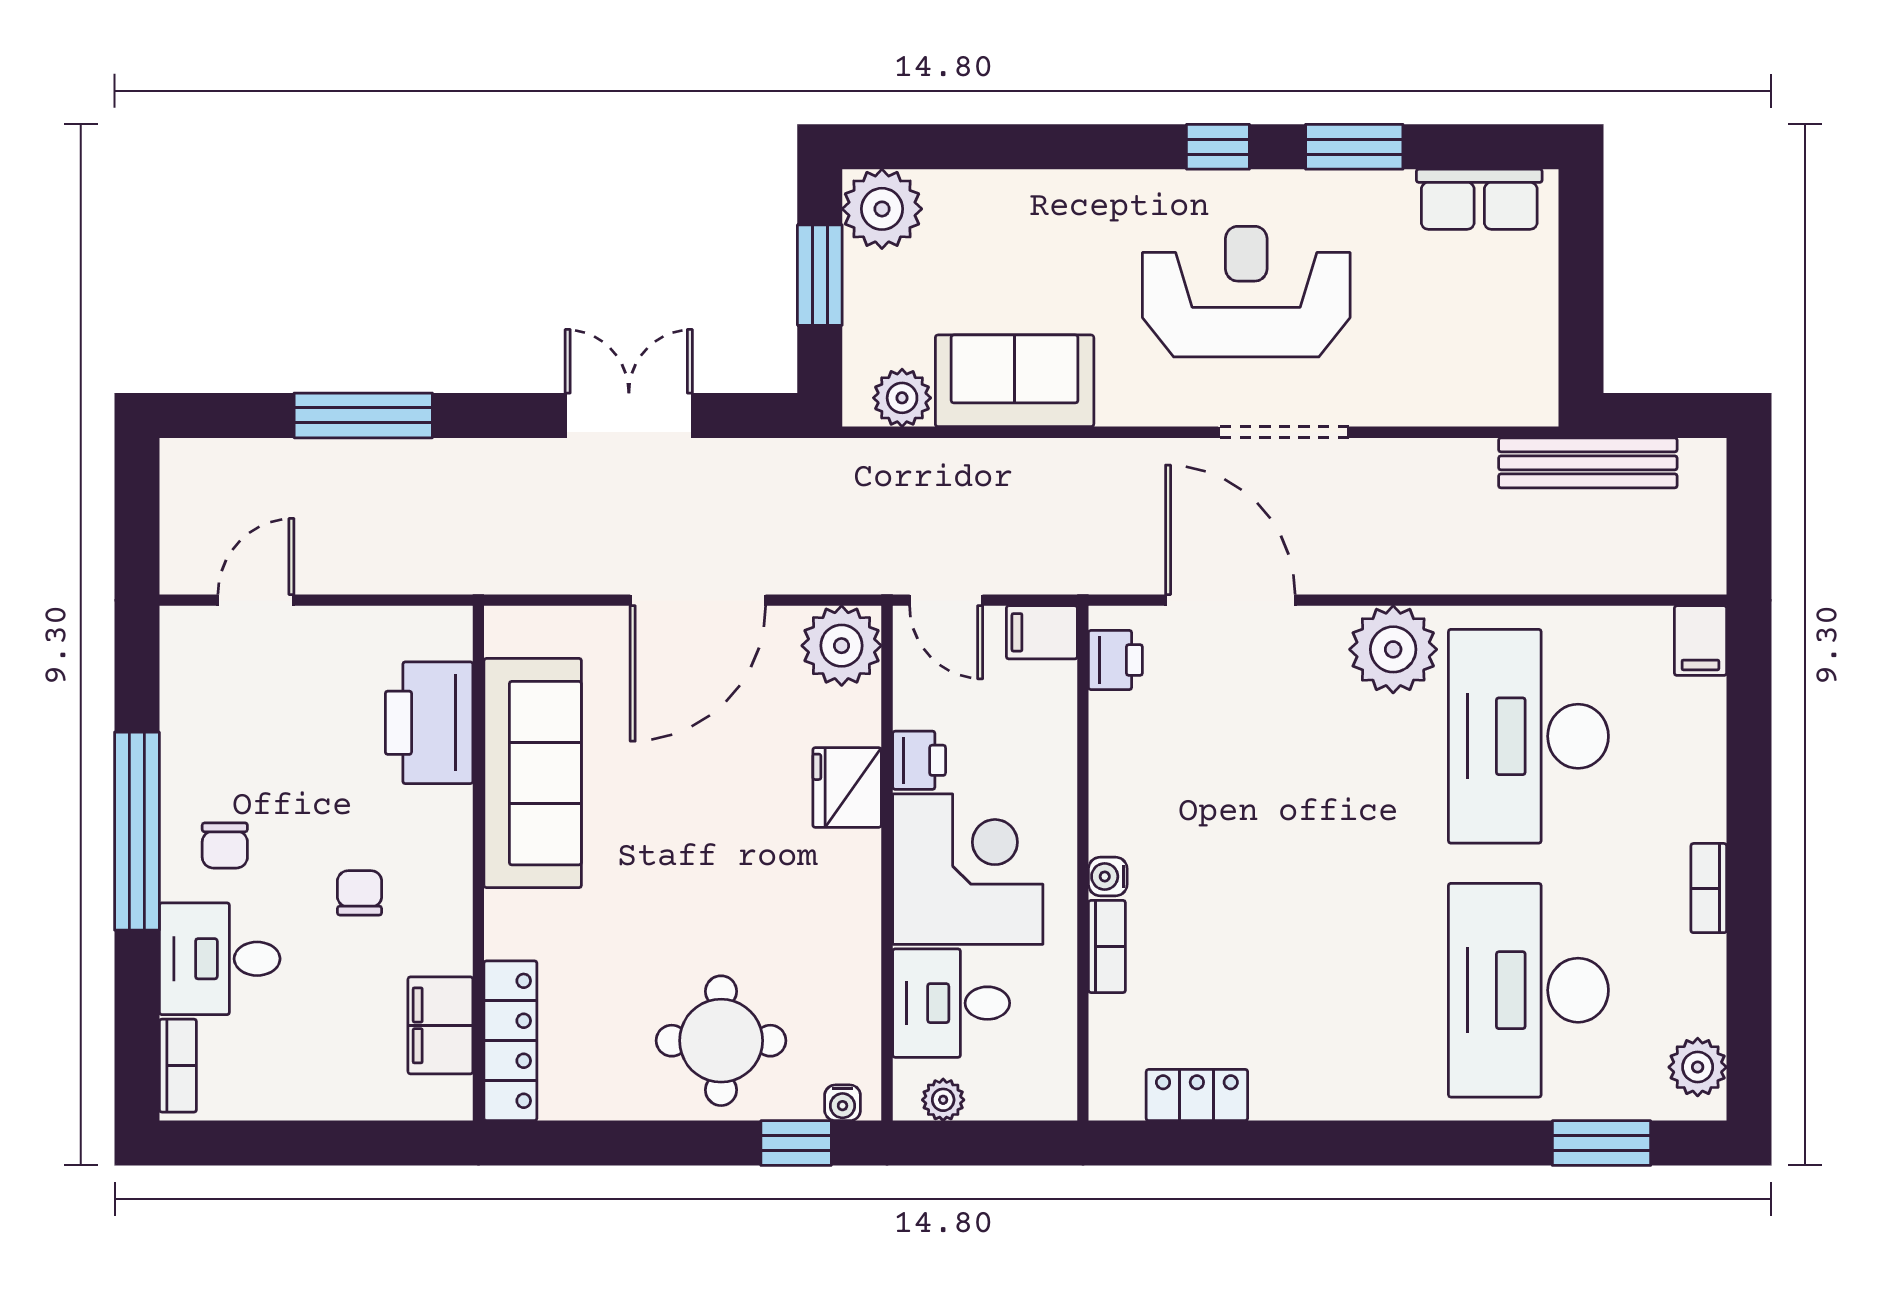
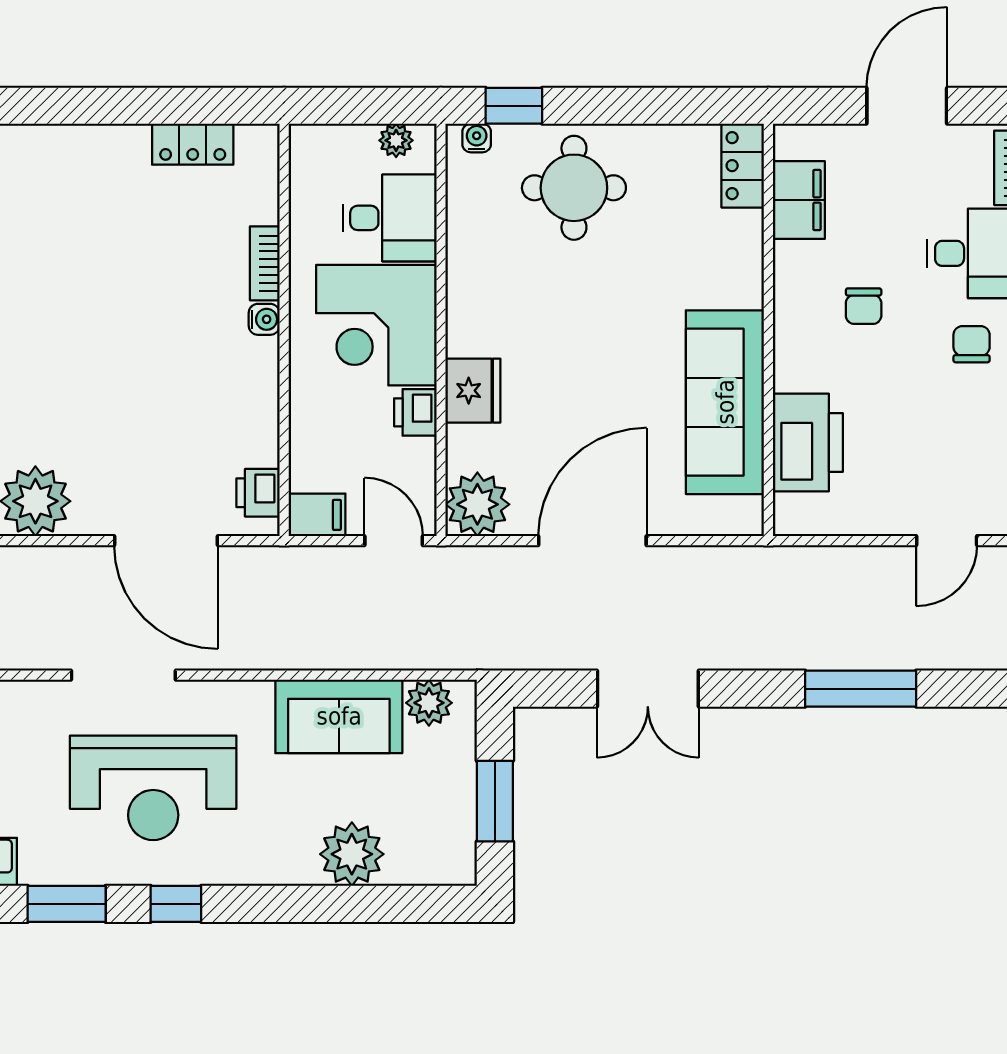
plant: (882, 209) -> (352, 854), moved
locker: (510, 1041) -> (743, 166), width x0.66
door: (306, 1143) -> (907, 106), added

